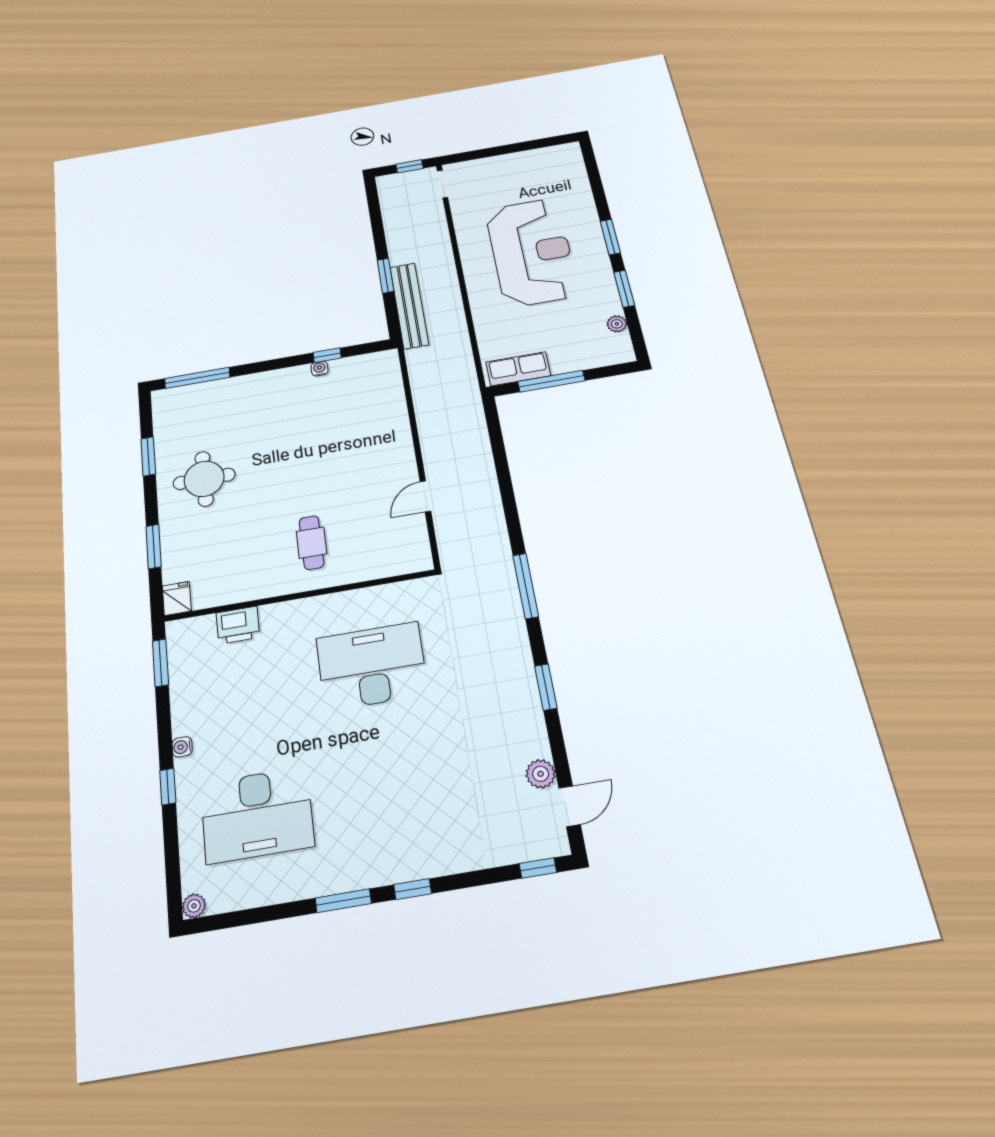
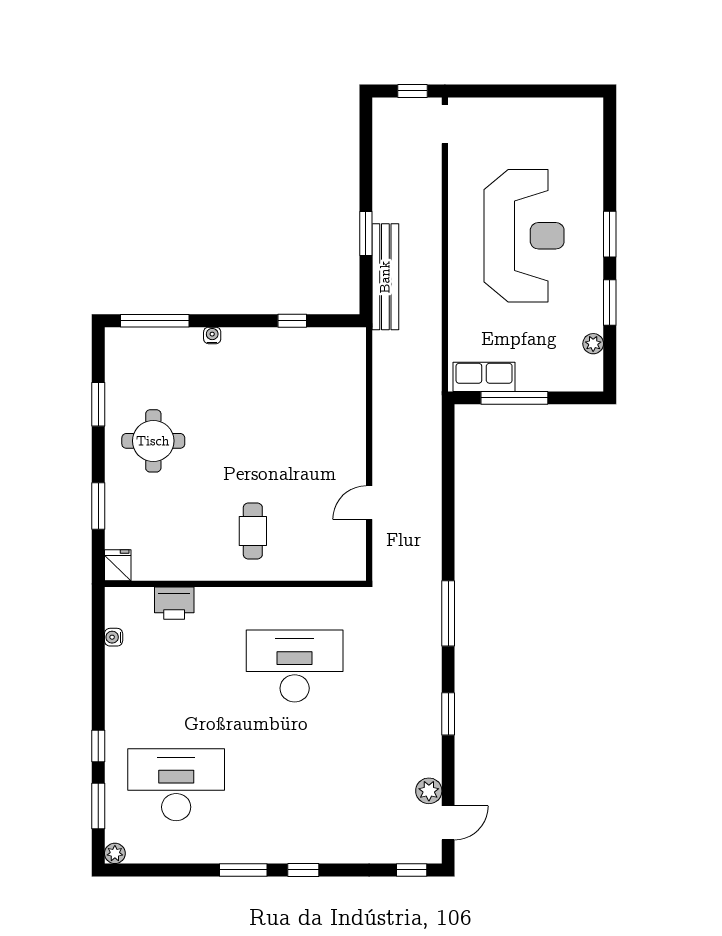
water cooler: (320, 369) -> (212, 335), moved
window: (160, 663) -> (98, 806), moved
water cooler: (182, 747) -> (114, 637), moved
desk: (257, 815) -> (176, 785), turned 180

